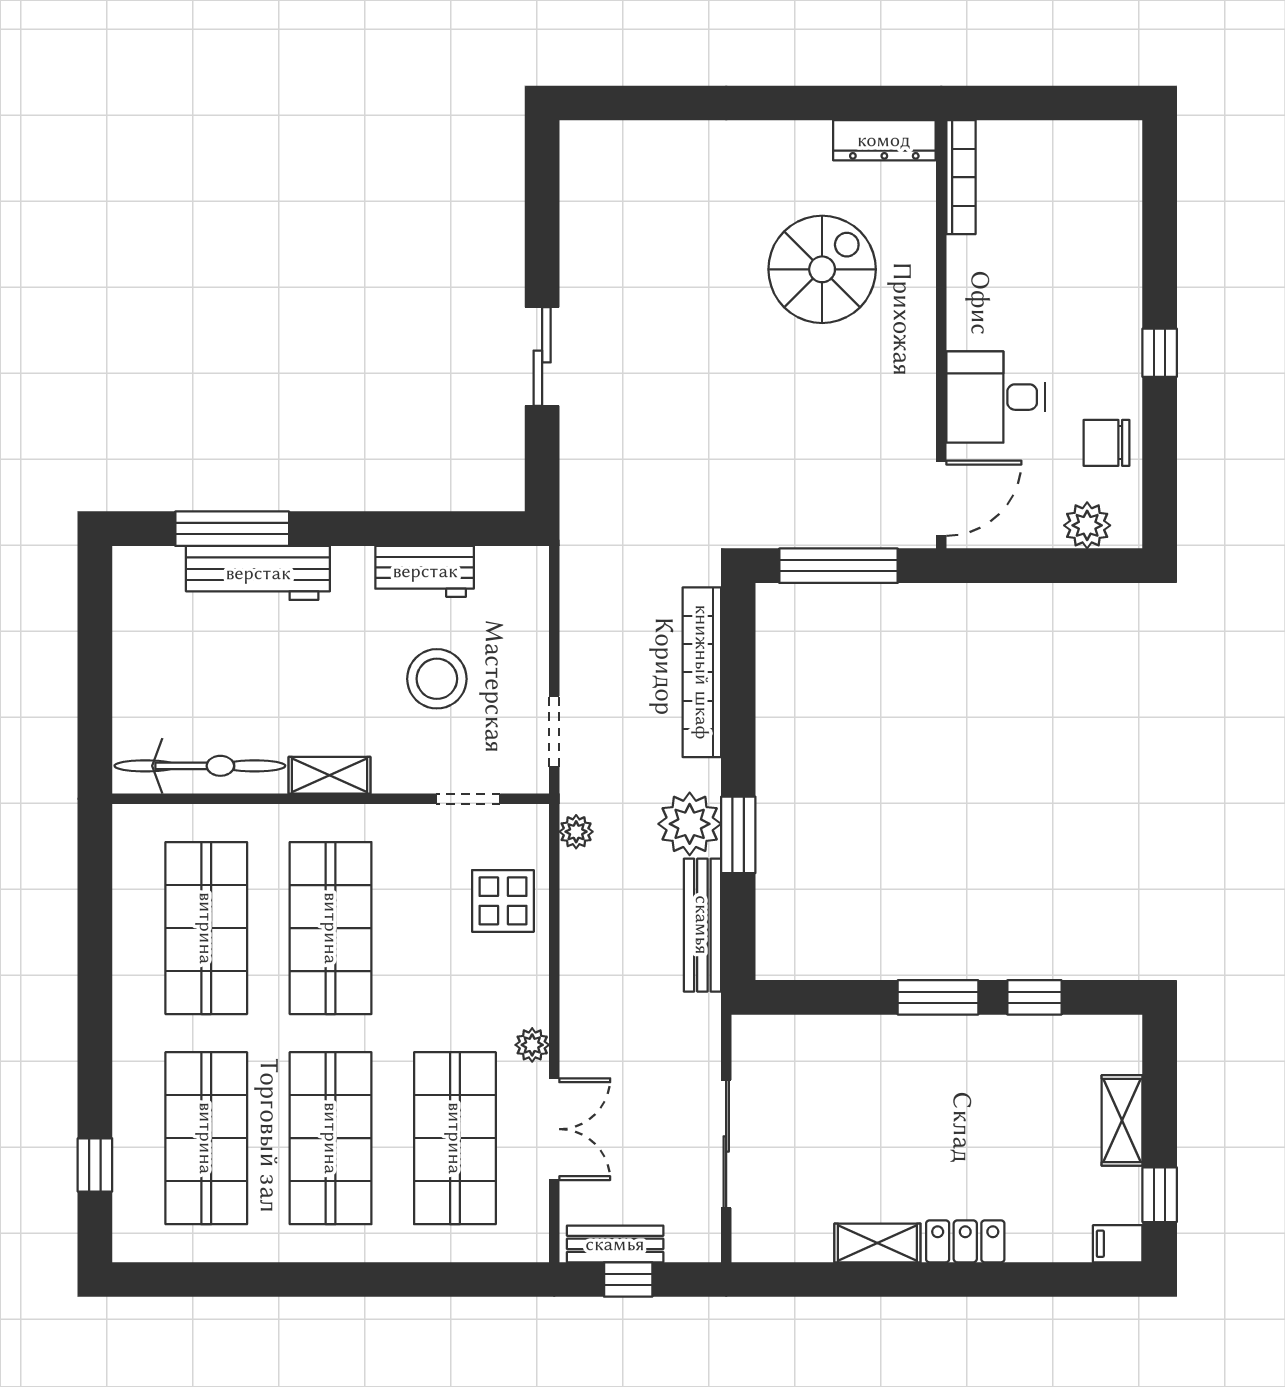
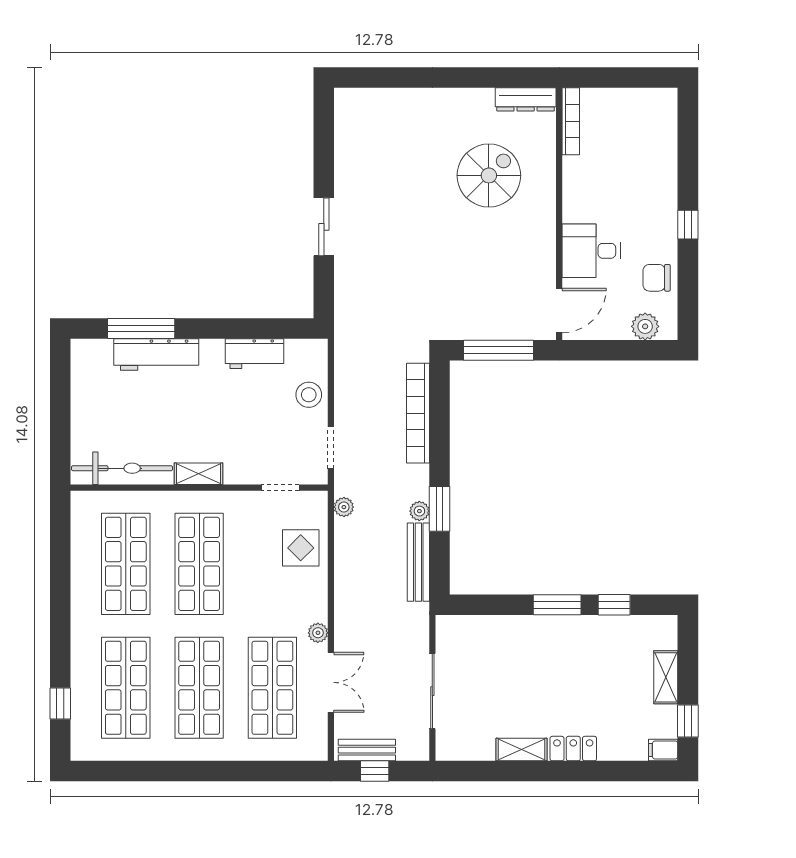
stool: (437, 679) -> (309, 395), moved, width x0.73, depth x0.73
plant: (690, 824) -> (419, 511), width x0.53, depth x0.53

